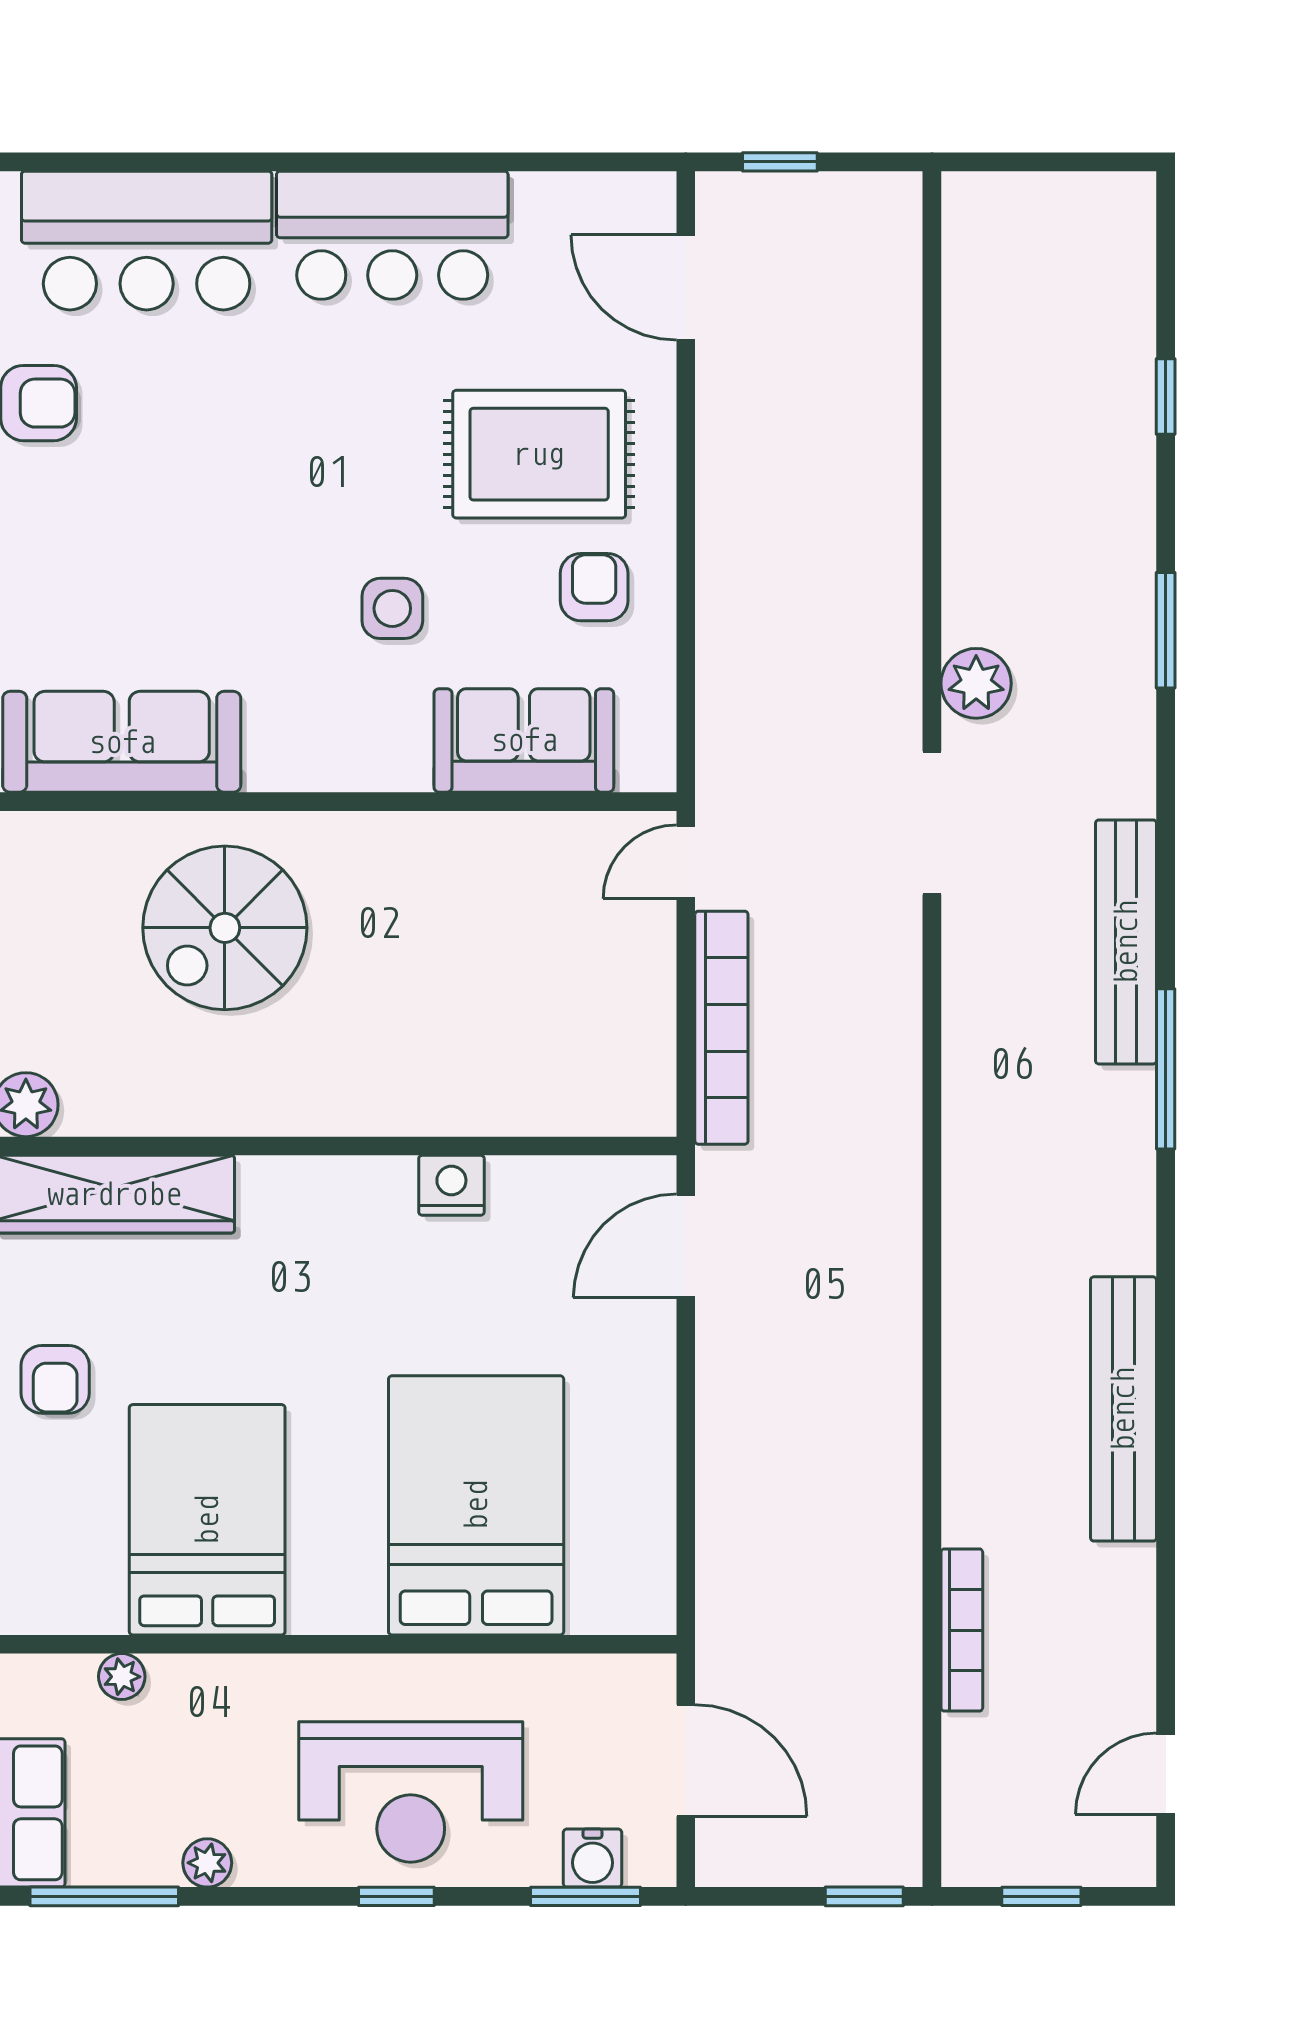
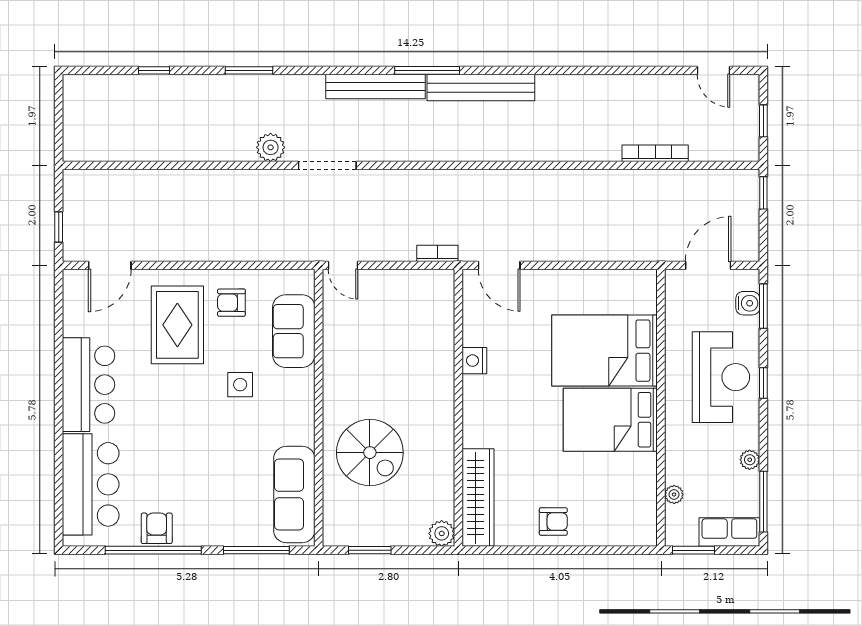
bookcase: (721, 1028) -> (437, 253), width x0.43, depth x0.76
bench: (1123, 1409) -> (481, 88), moved
bed: (207, 1520) -> (610, 420), moved

